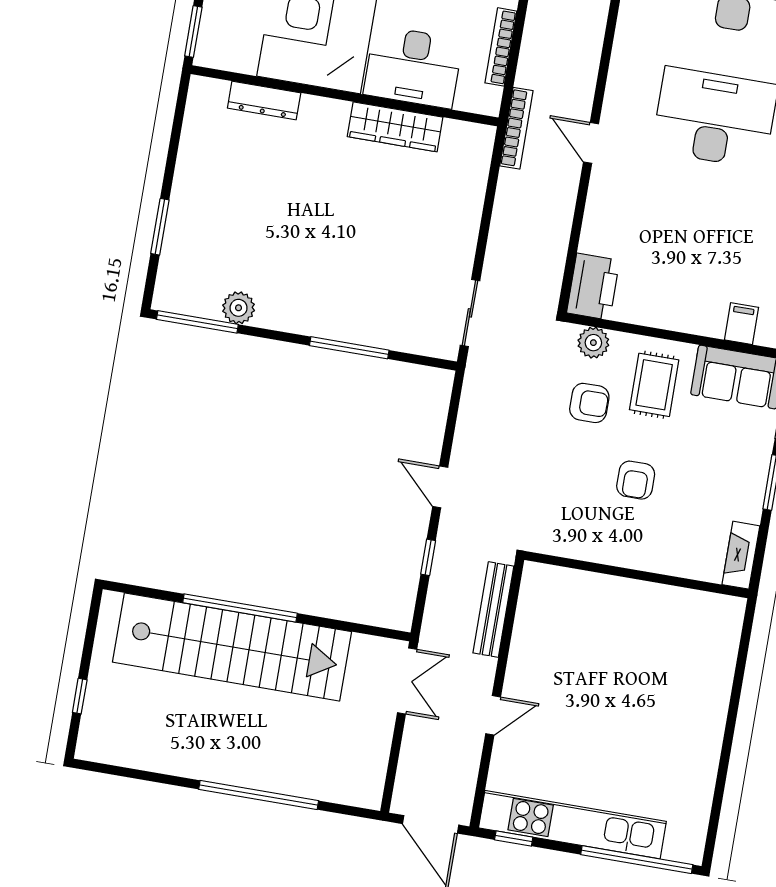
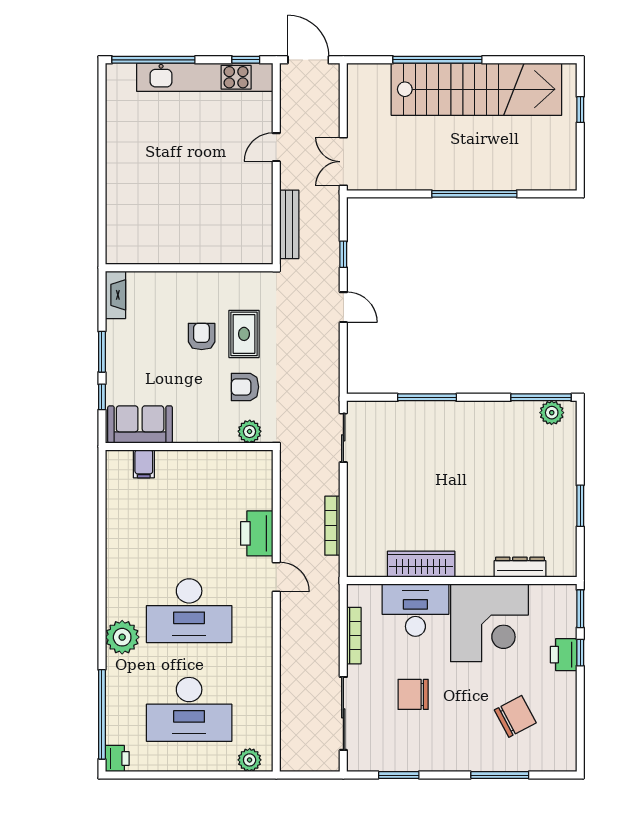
bookcase: (516, 128) -> (332, 526), moved
window: (160, 227) -> (580, 506), moved
printer: (593, 287) -> (257, 533), moved
plant: (239, 308) -> (552, 413), moved
rug: (654, 385) -> (244, 334), moved
stairs: (232, 647) -> (476, 89), moved, turned 180

